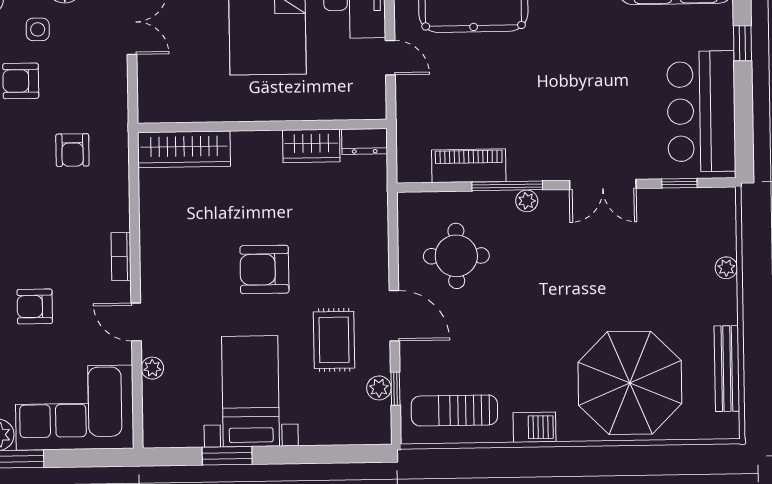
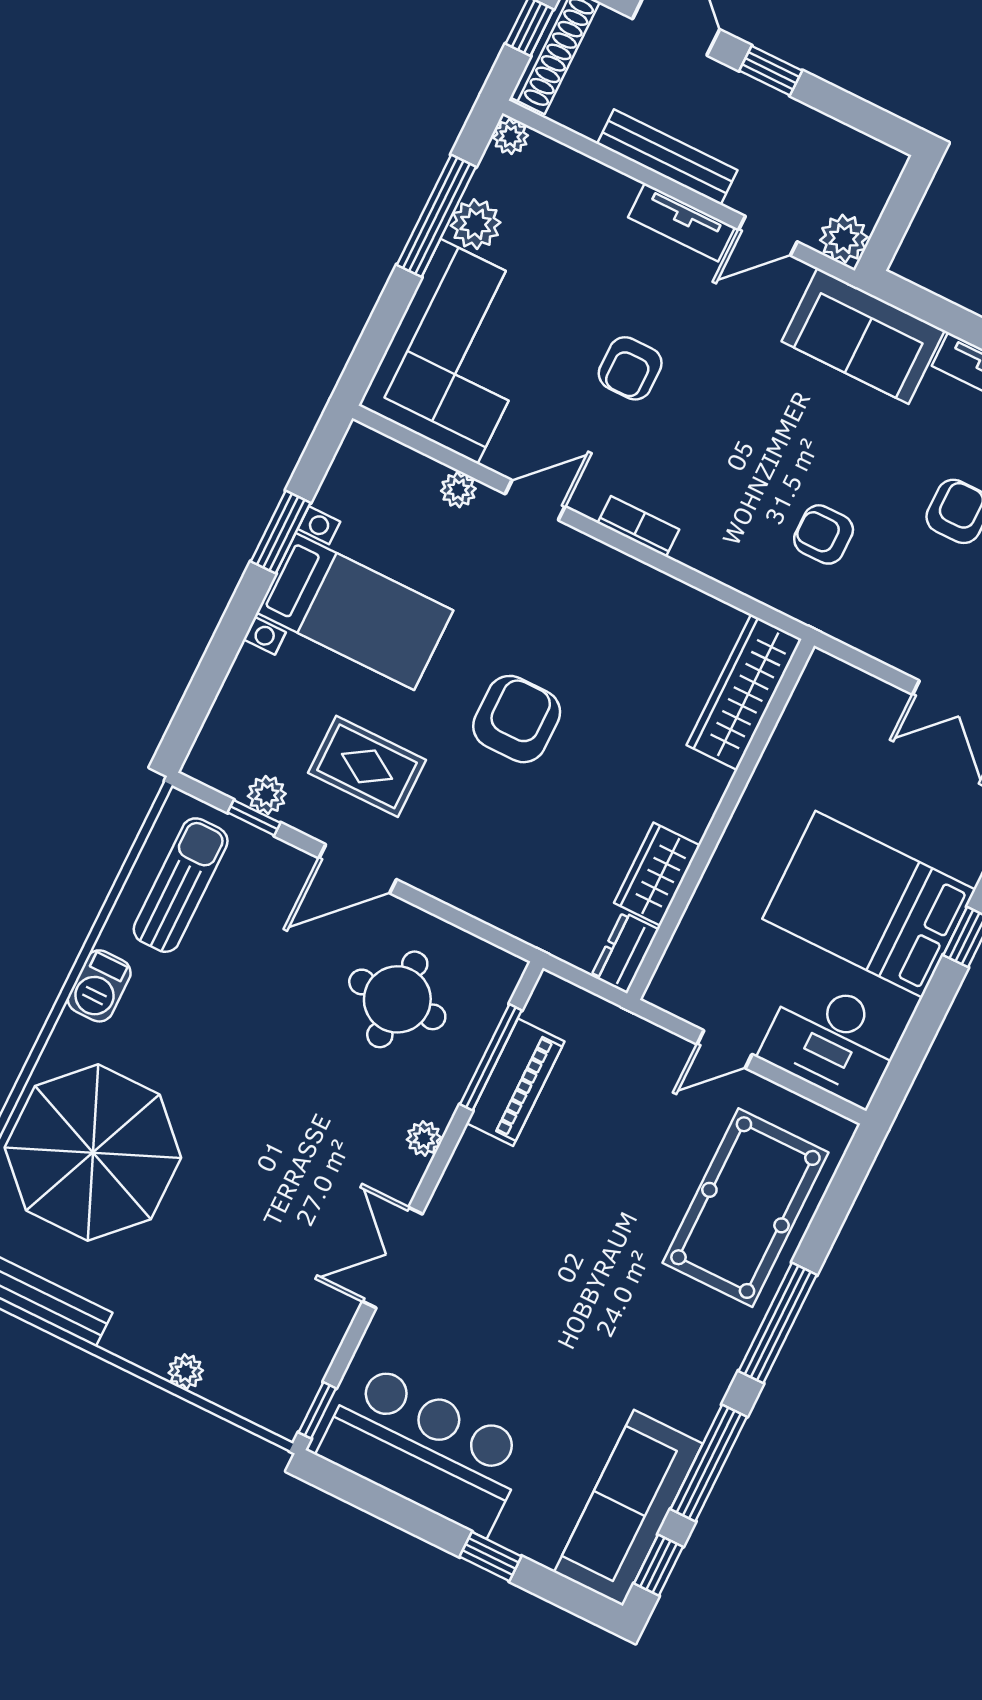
window: (679, 183) -> (317, 1410), moved
window: (507, 186) -> (491, 1057), moved
armchair: (35, 306) -> (630, 368), turned 180

